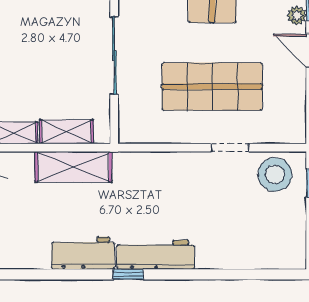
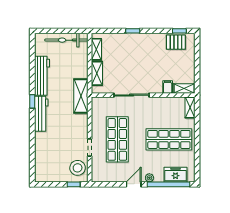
shelving: (73, 167) -> (81, 96), moved
workbench: (83, 253) -> (42, 76), width x1.37

